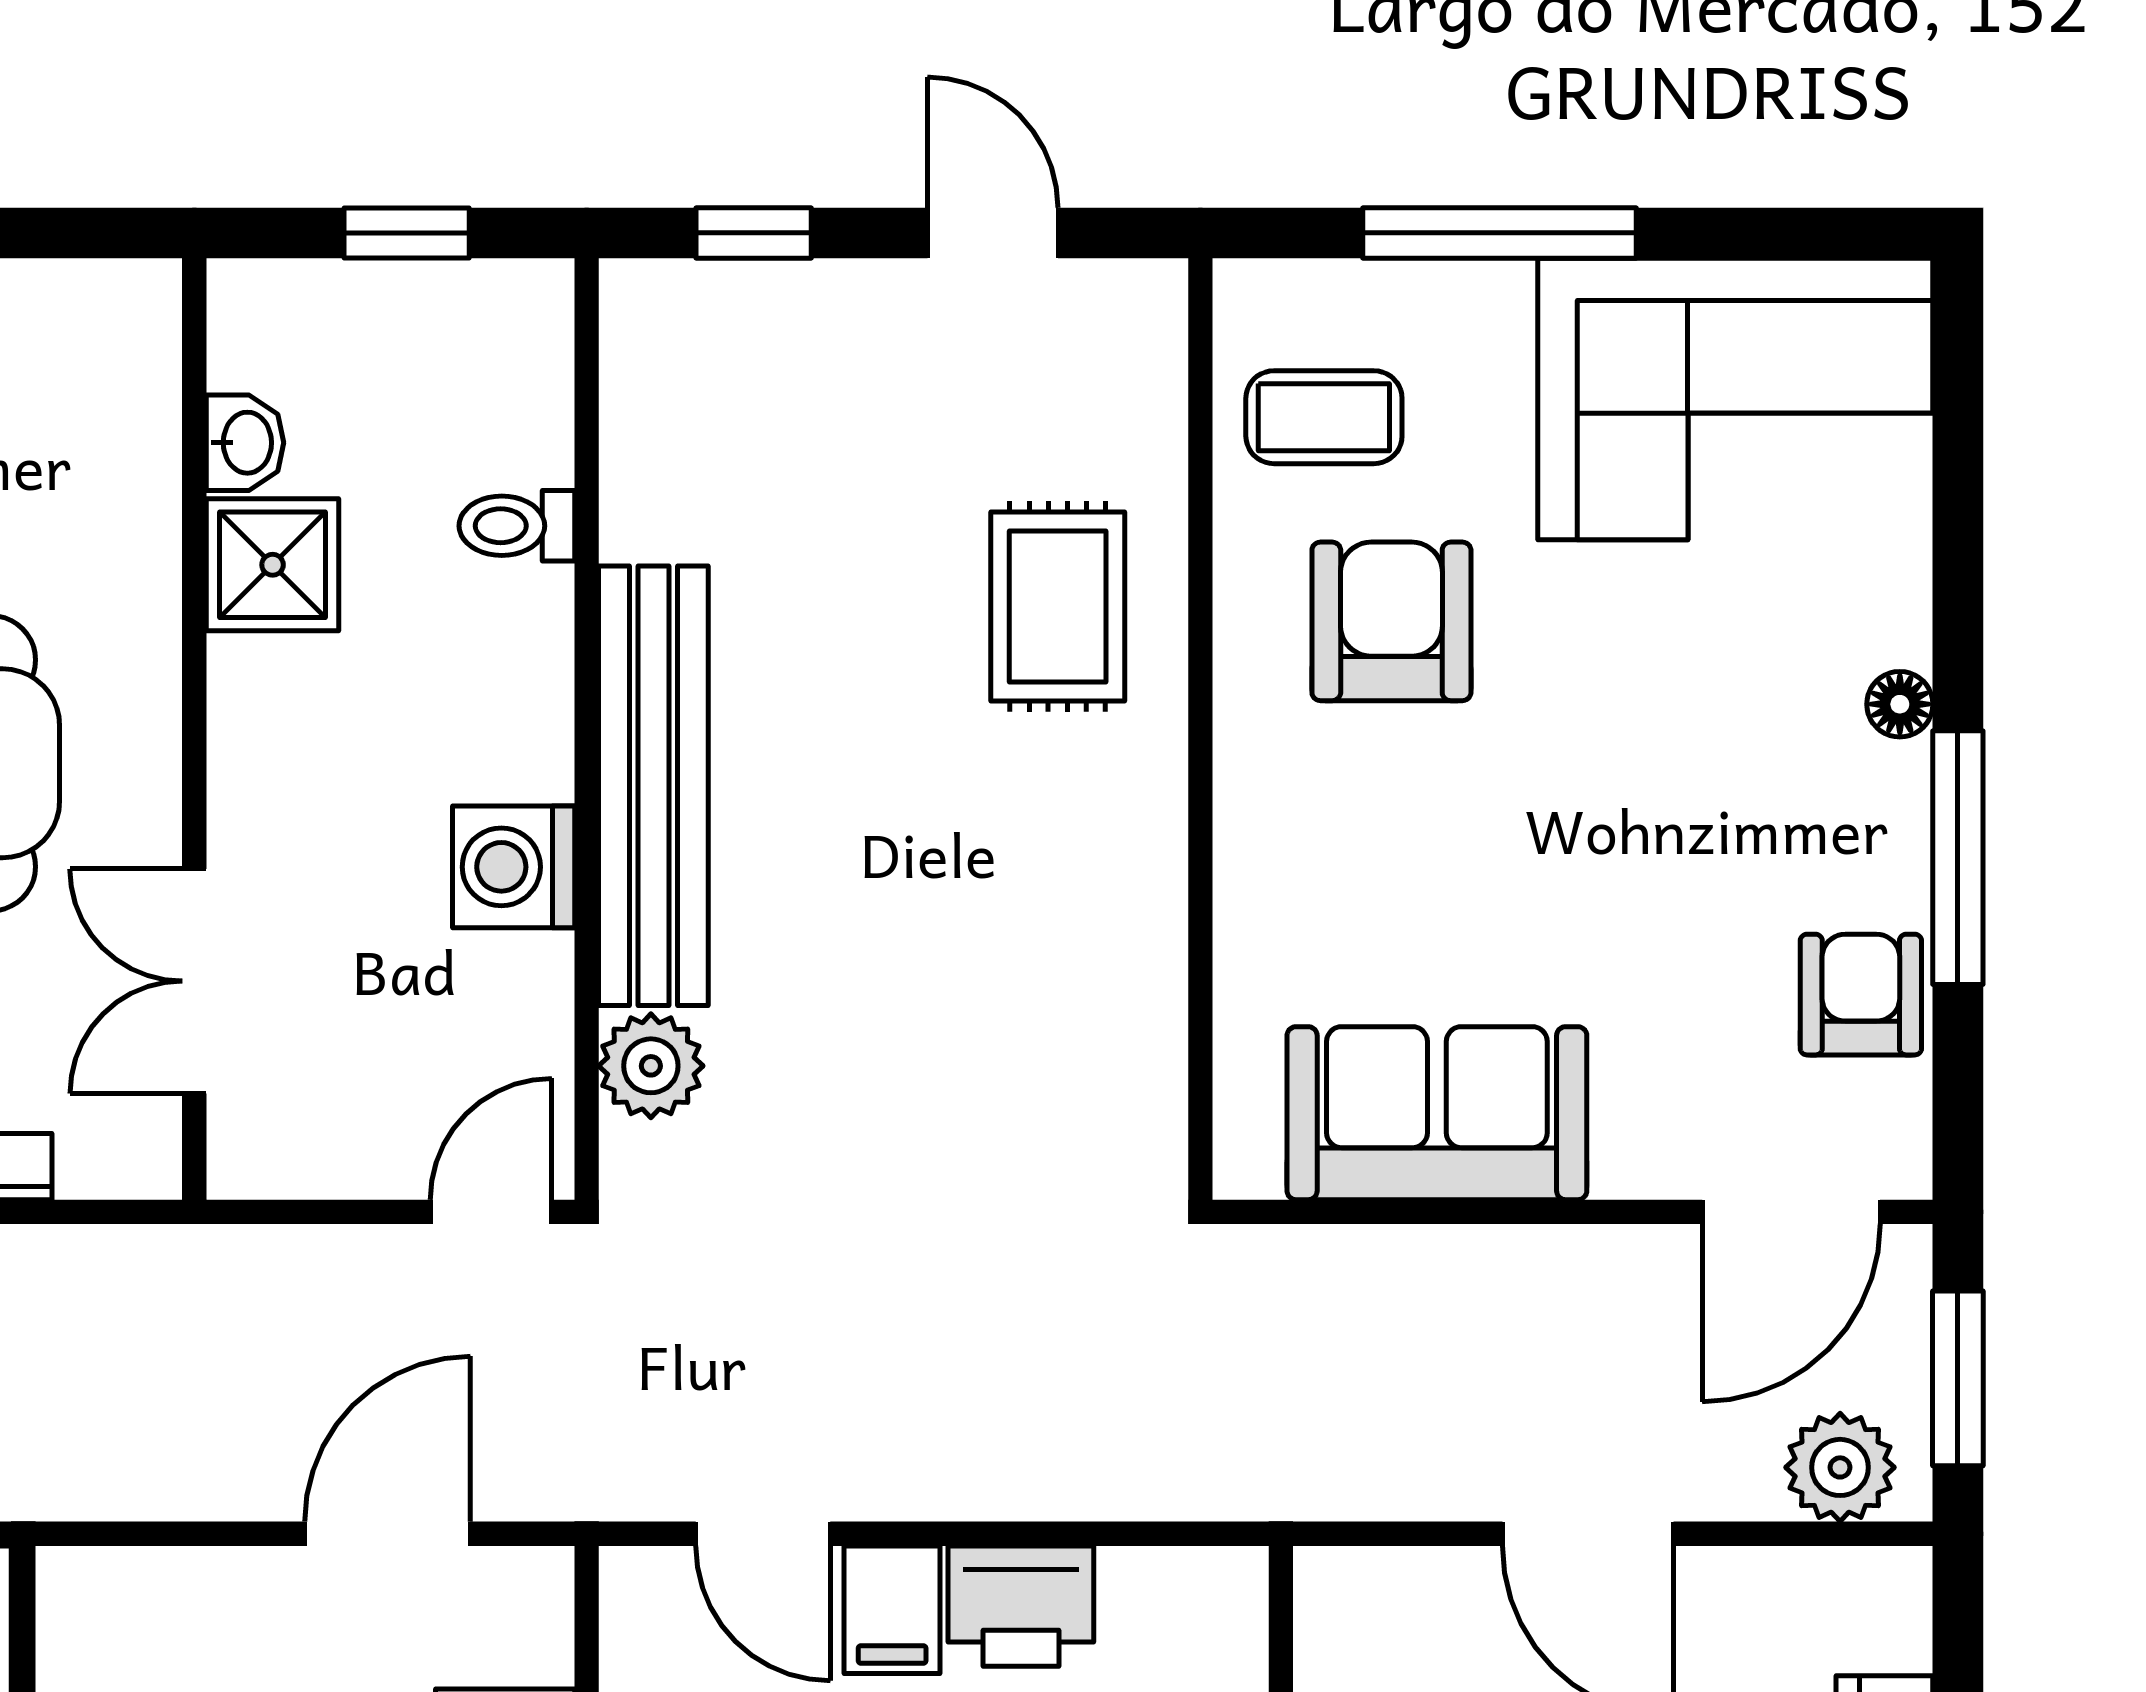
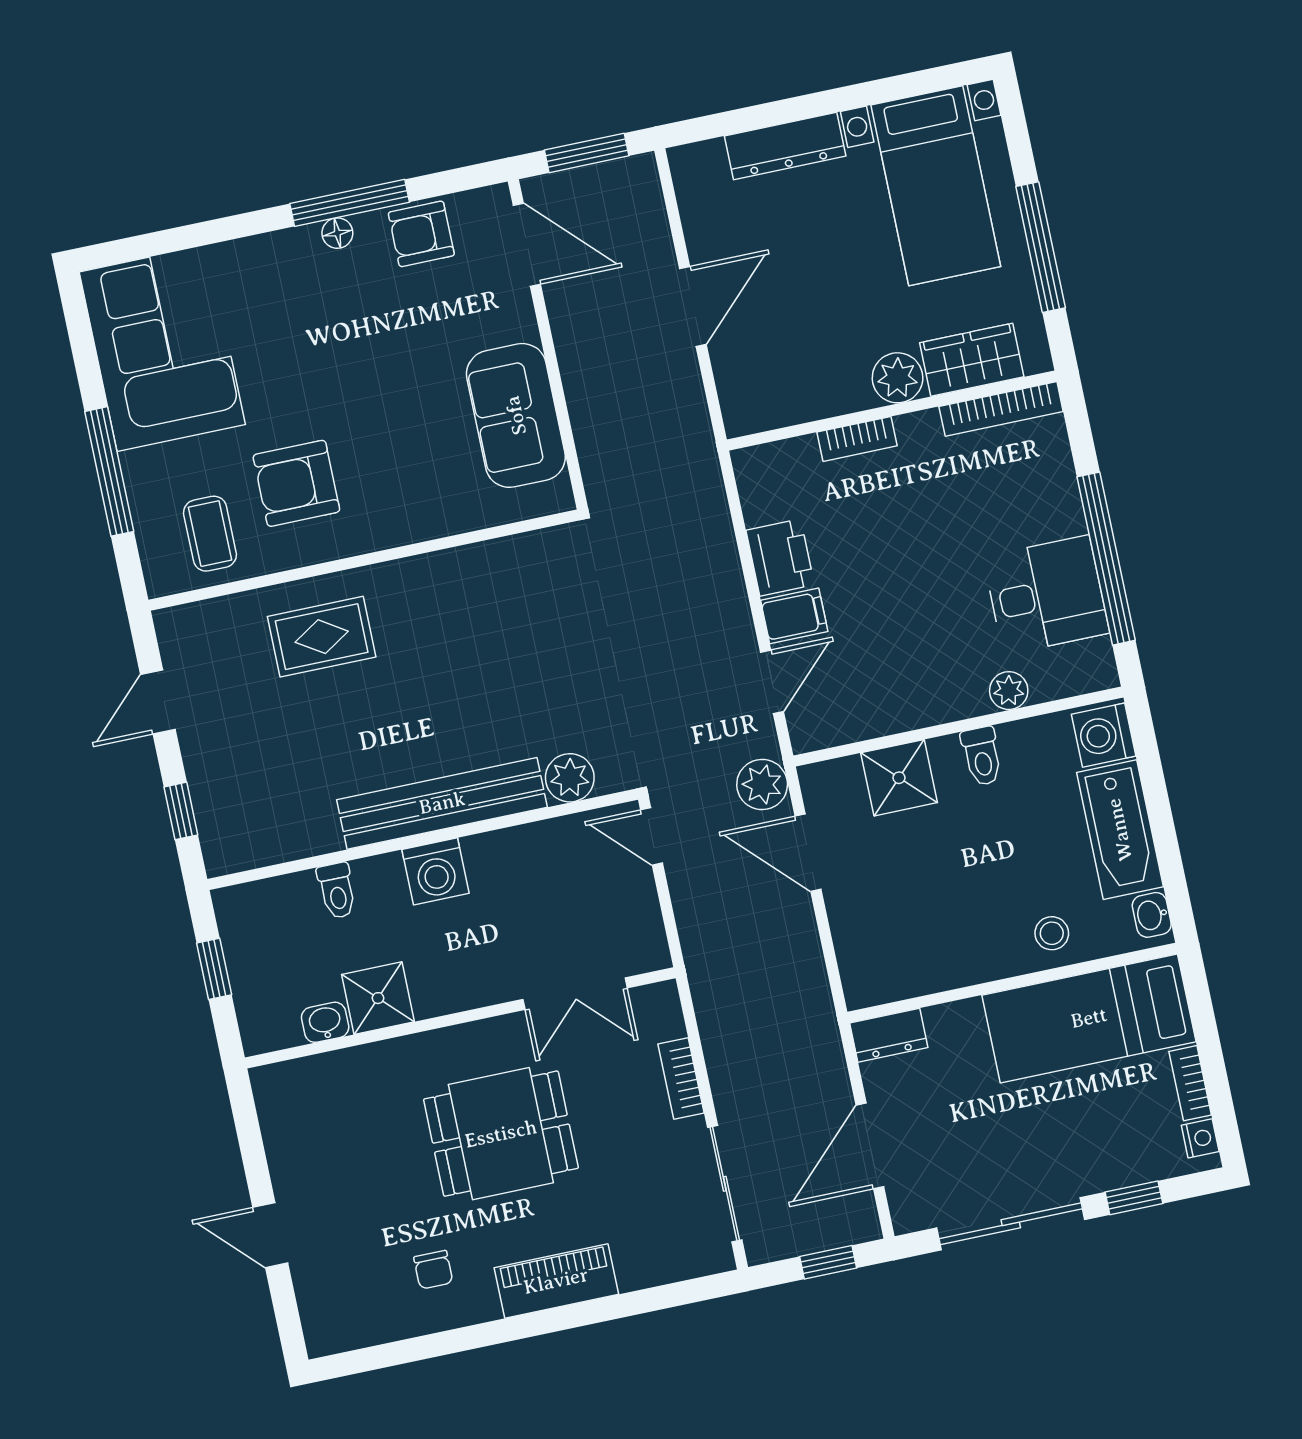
floor lamp: (1900, 704) -> (337, 233), moved
washing machine: (514, 867) -> (435, 871), moved
plant: (1840, 1467) -> (762, 784), moved

